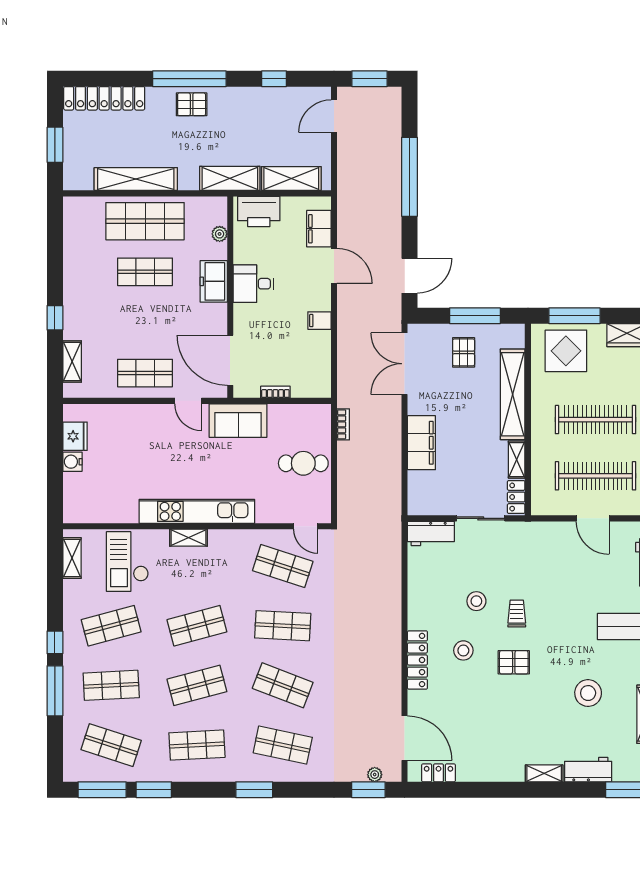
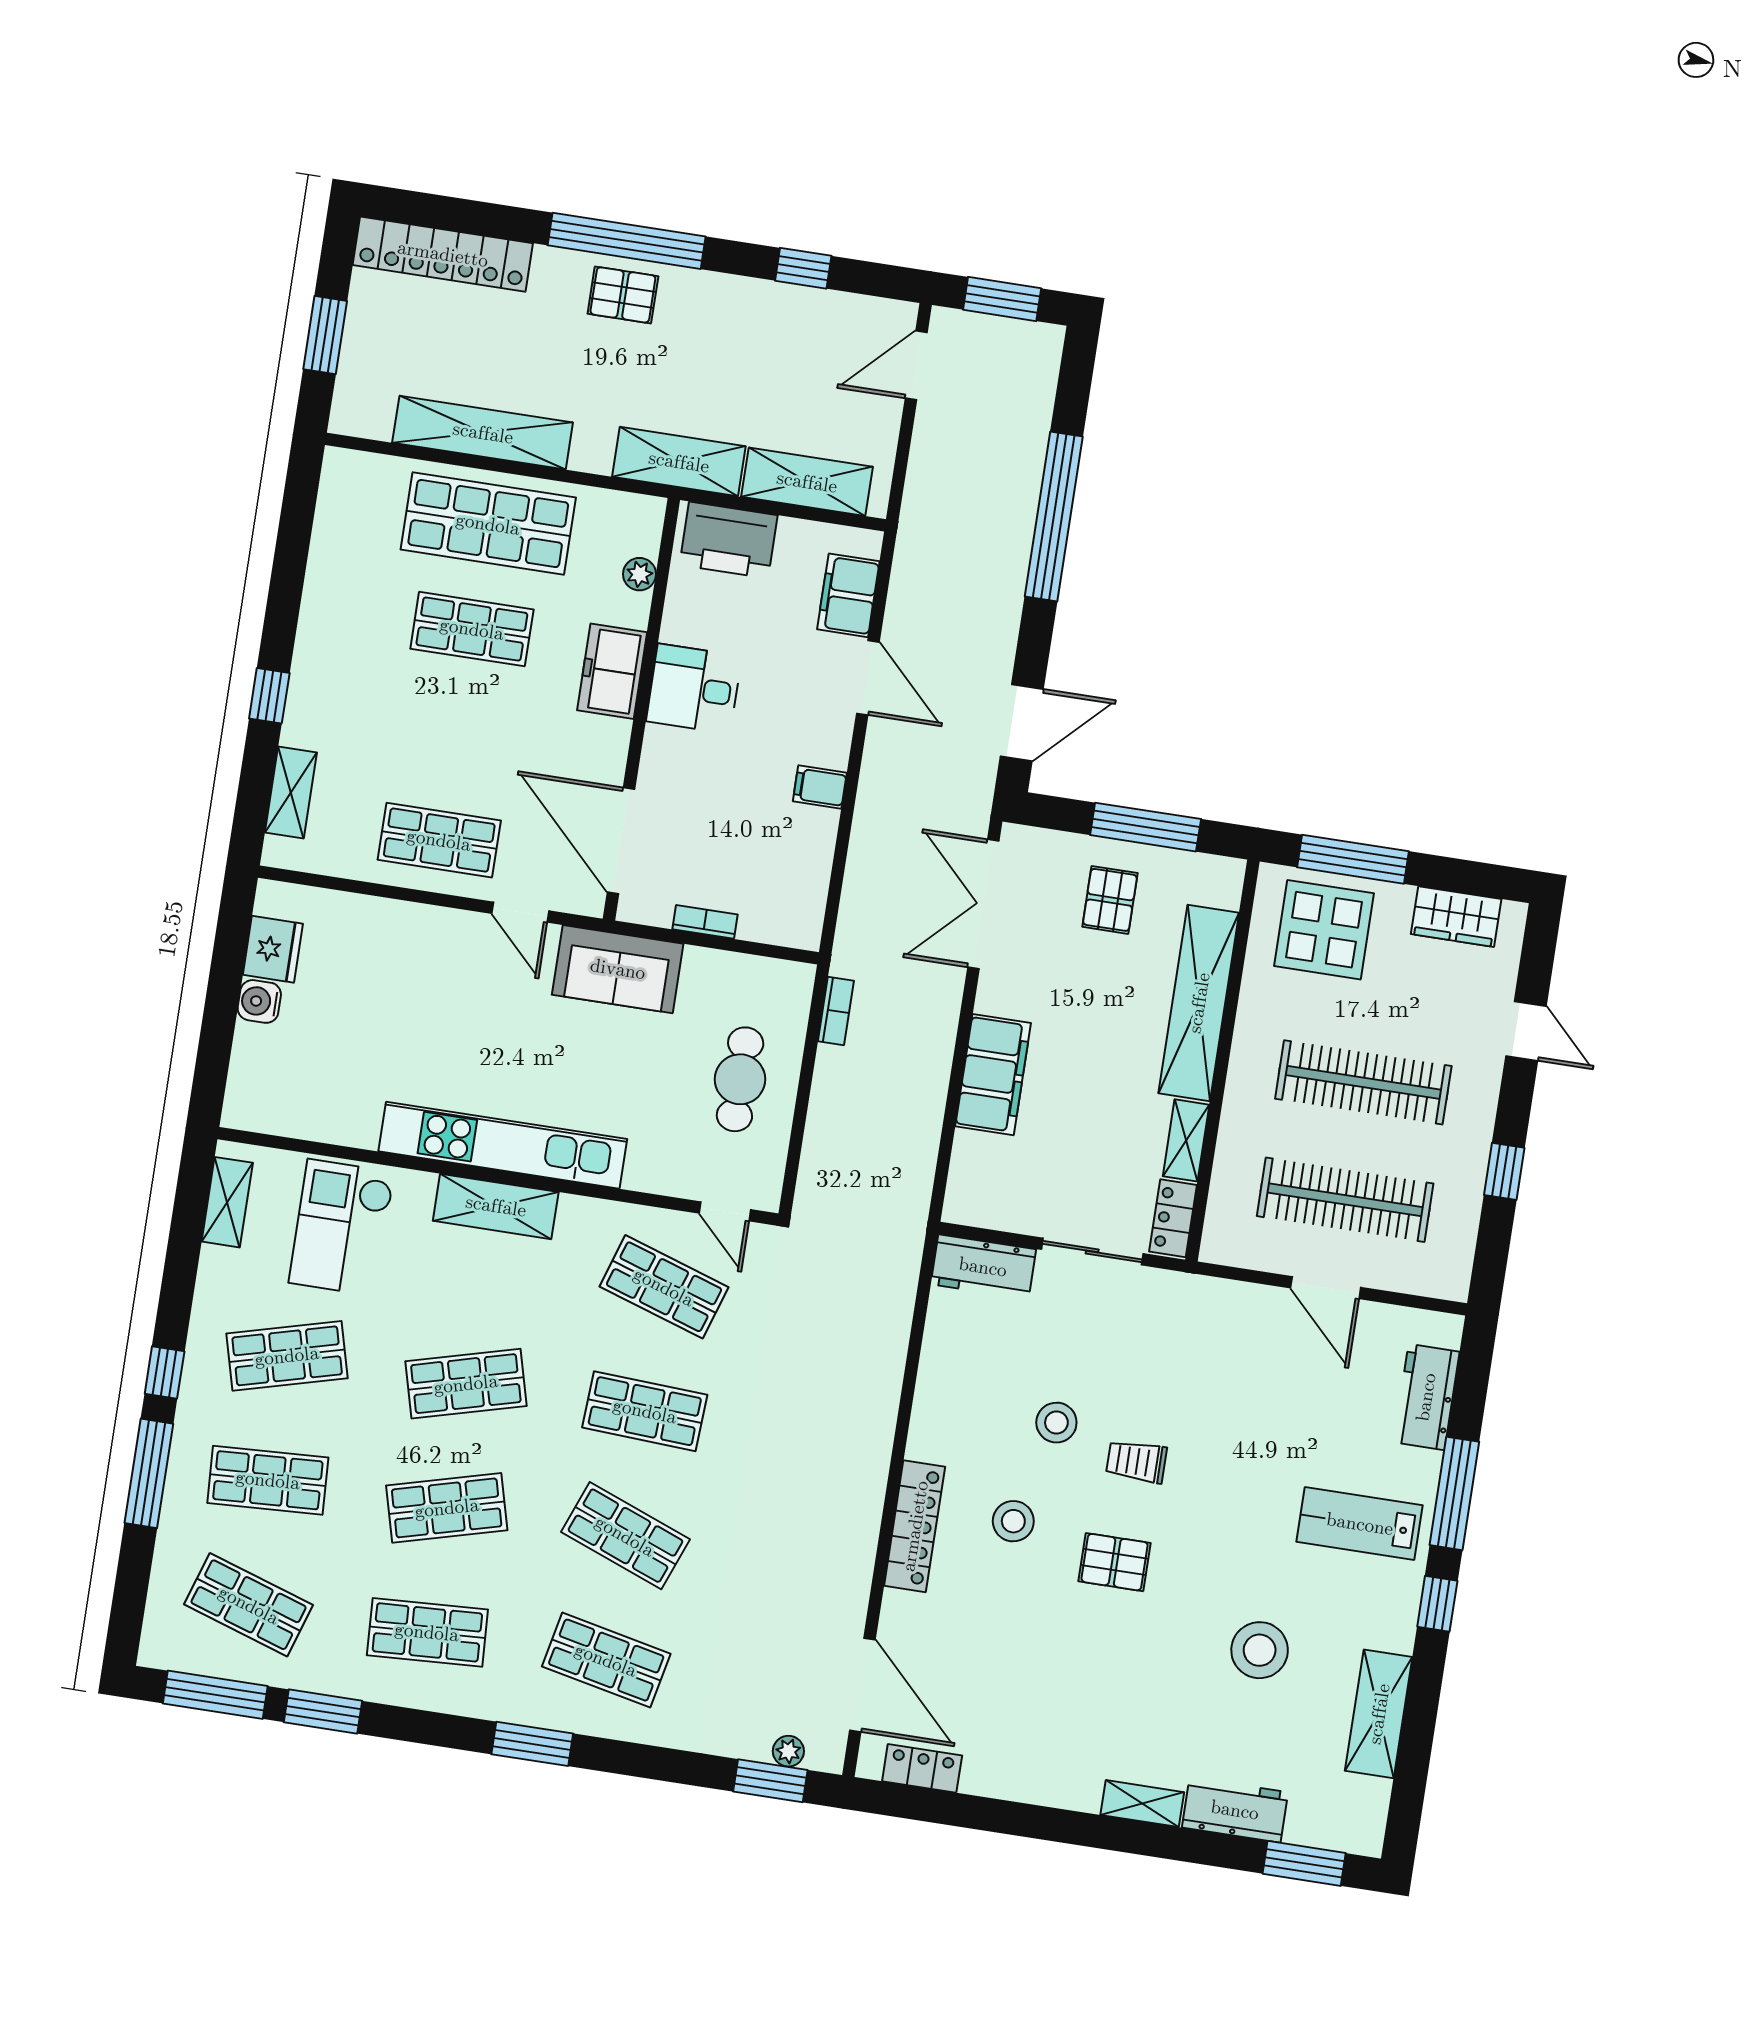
cafe table: (303, 463) -> (740, 1079), turned 90
shelving: (189, 538) -> (496, 1206), width x1.50, depth x1.33
trolley: (517, 614) -> (1137, 1461), turned -90

